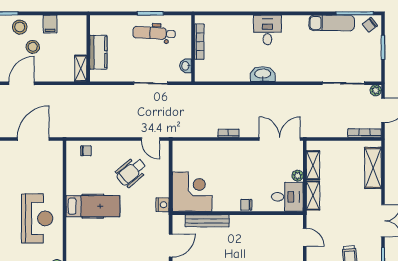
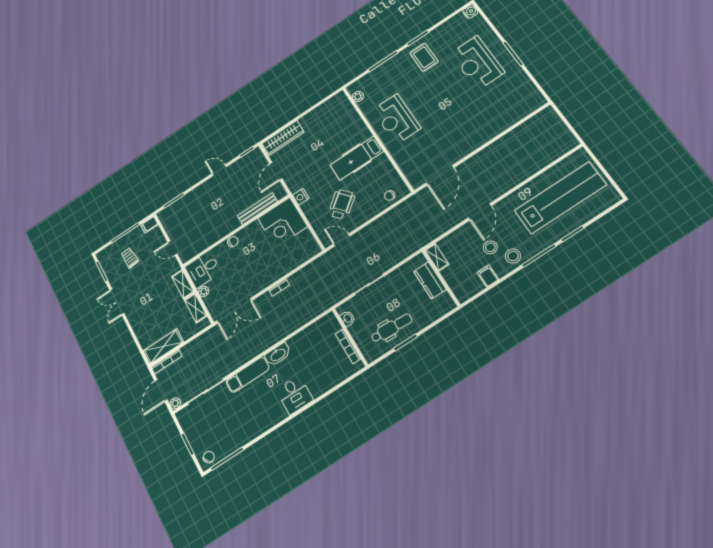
exam couch: (332, 23) -> (248, 375), moved, turned 180
shelving: (373, 168) -> (163, 347), moved, turned 90

